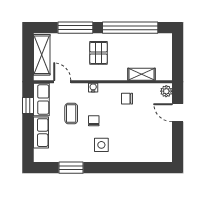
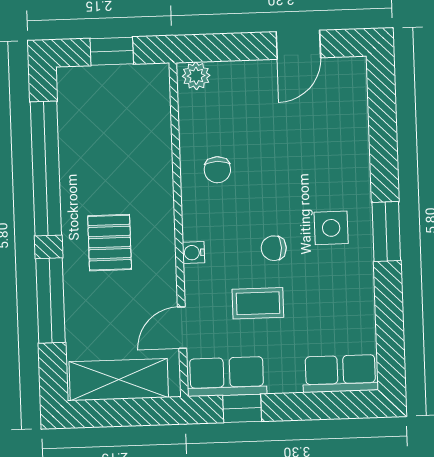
pallet: (98, 53) -> (110, 243), turned 90
window: (178, 57) -> (112, 51), added
shelving: (142, 74) -> (157, 137), removed
door: (178, 113) -> (298, 45), moved
row of seats: (41, 133) -> (340, 374), moved
window: (71, 168) -> (386, 232), moved

